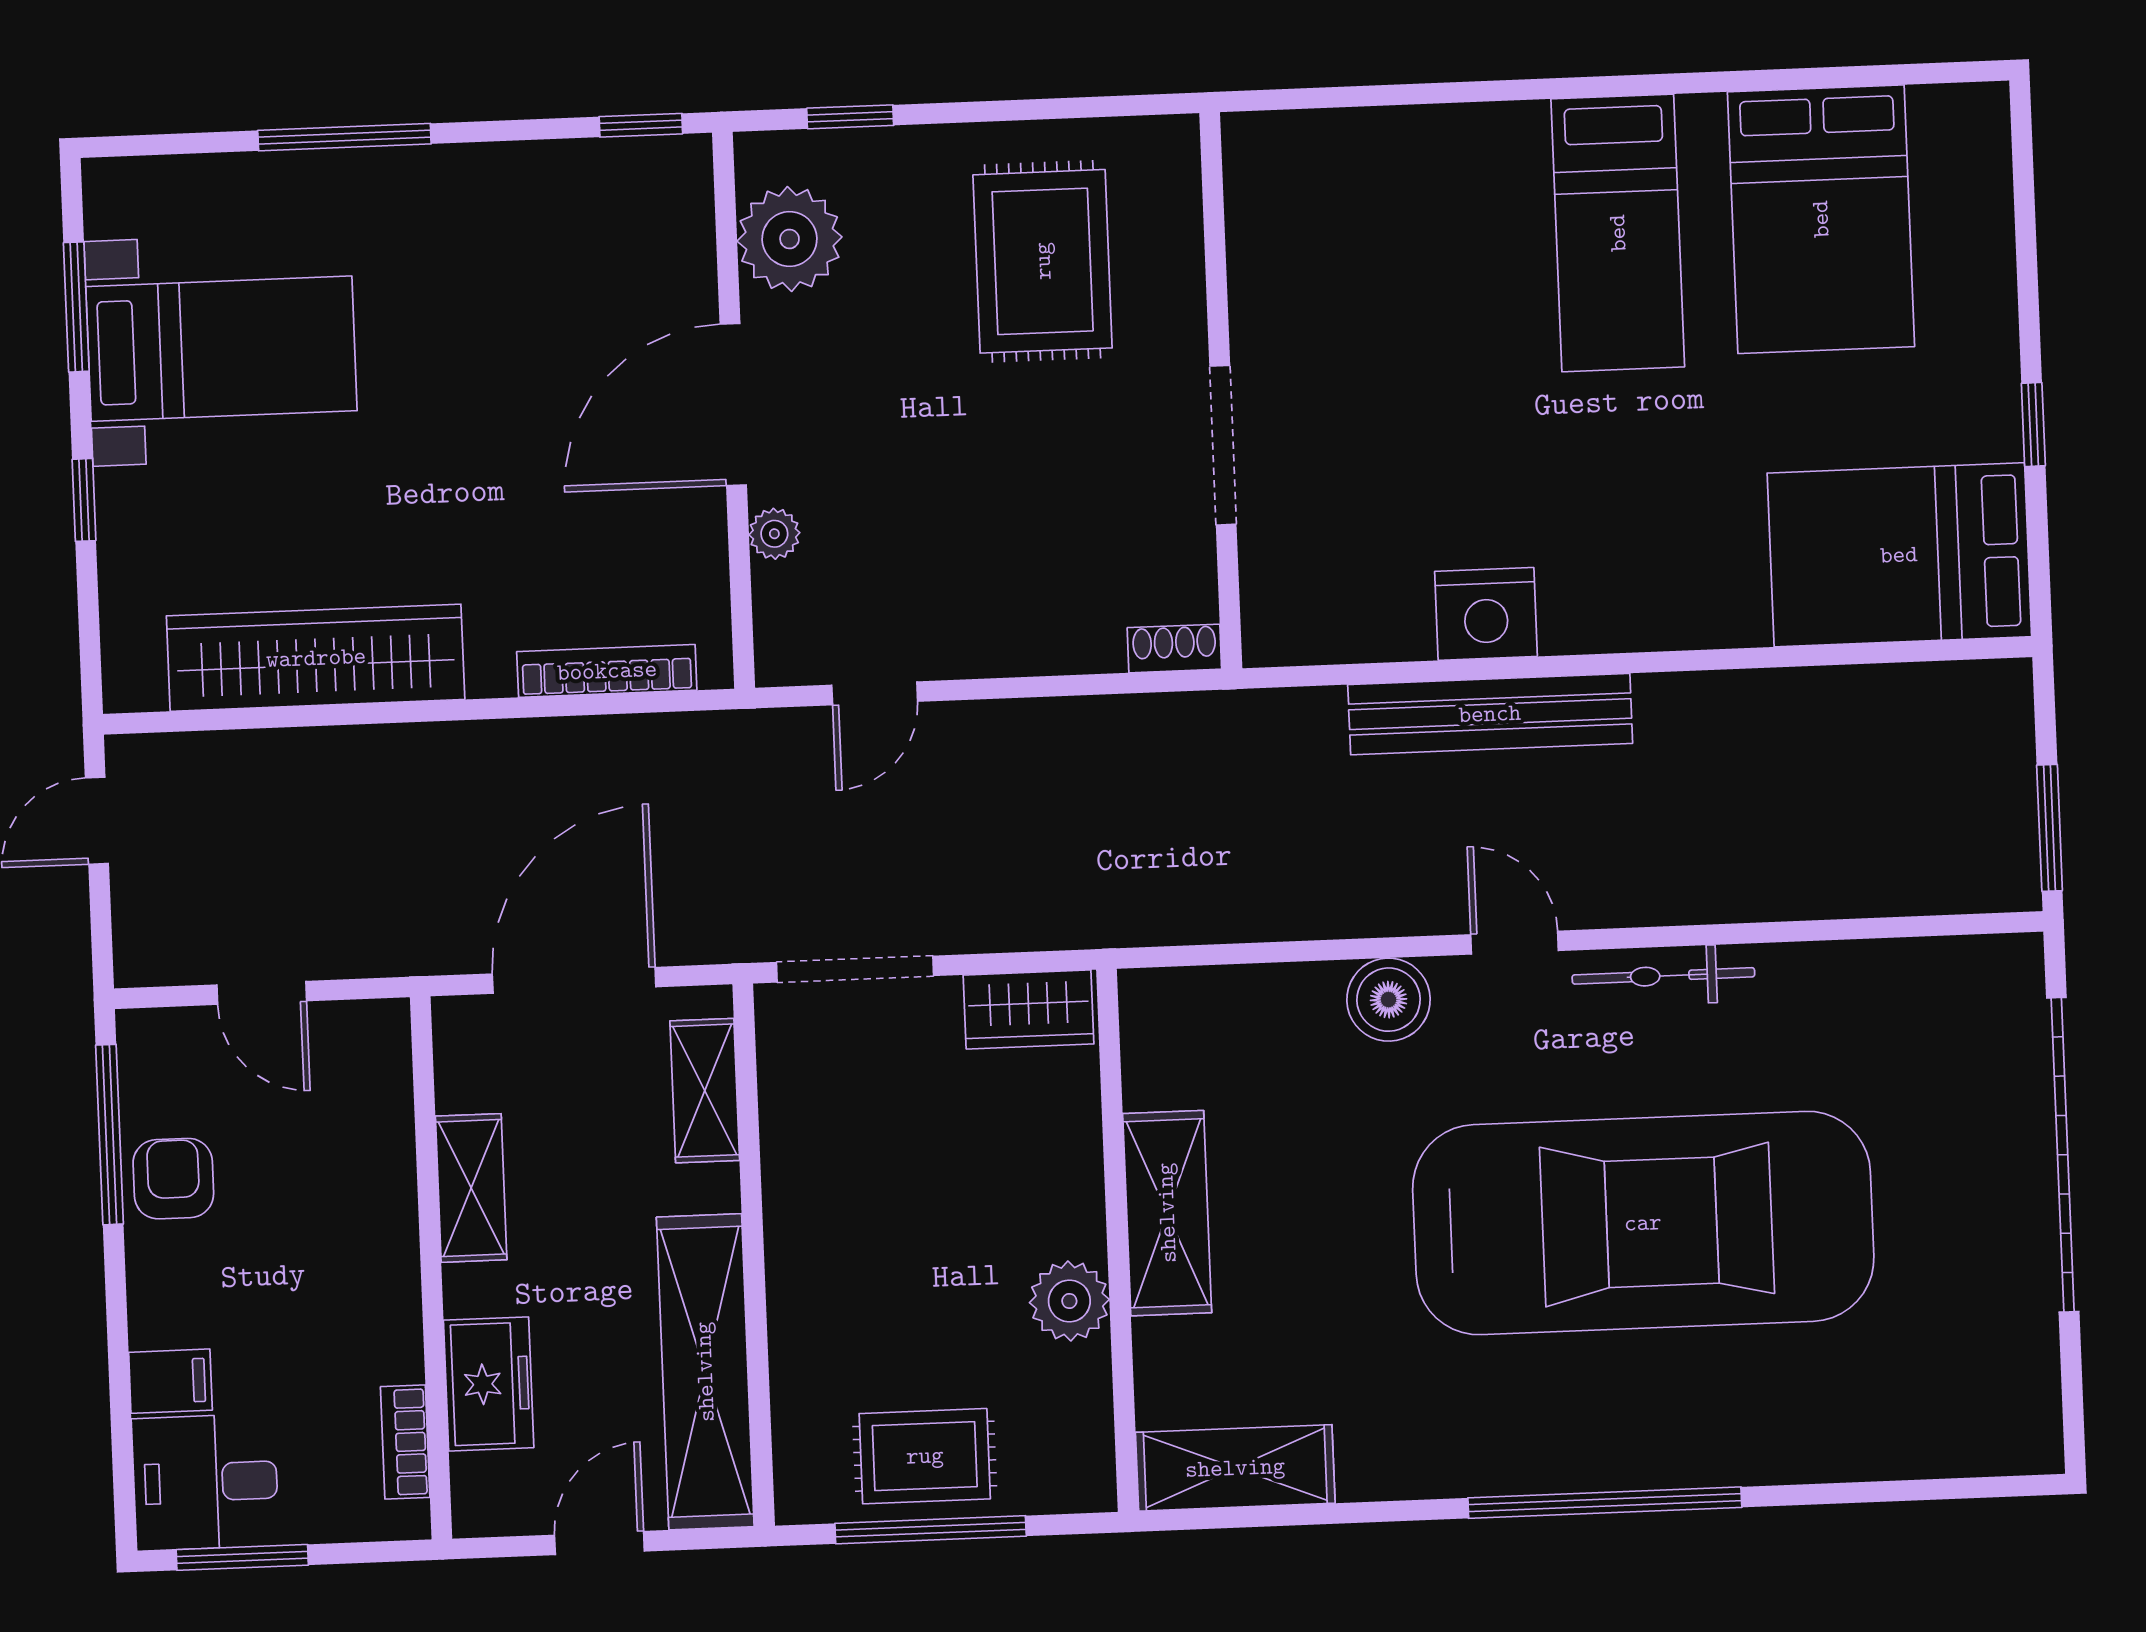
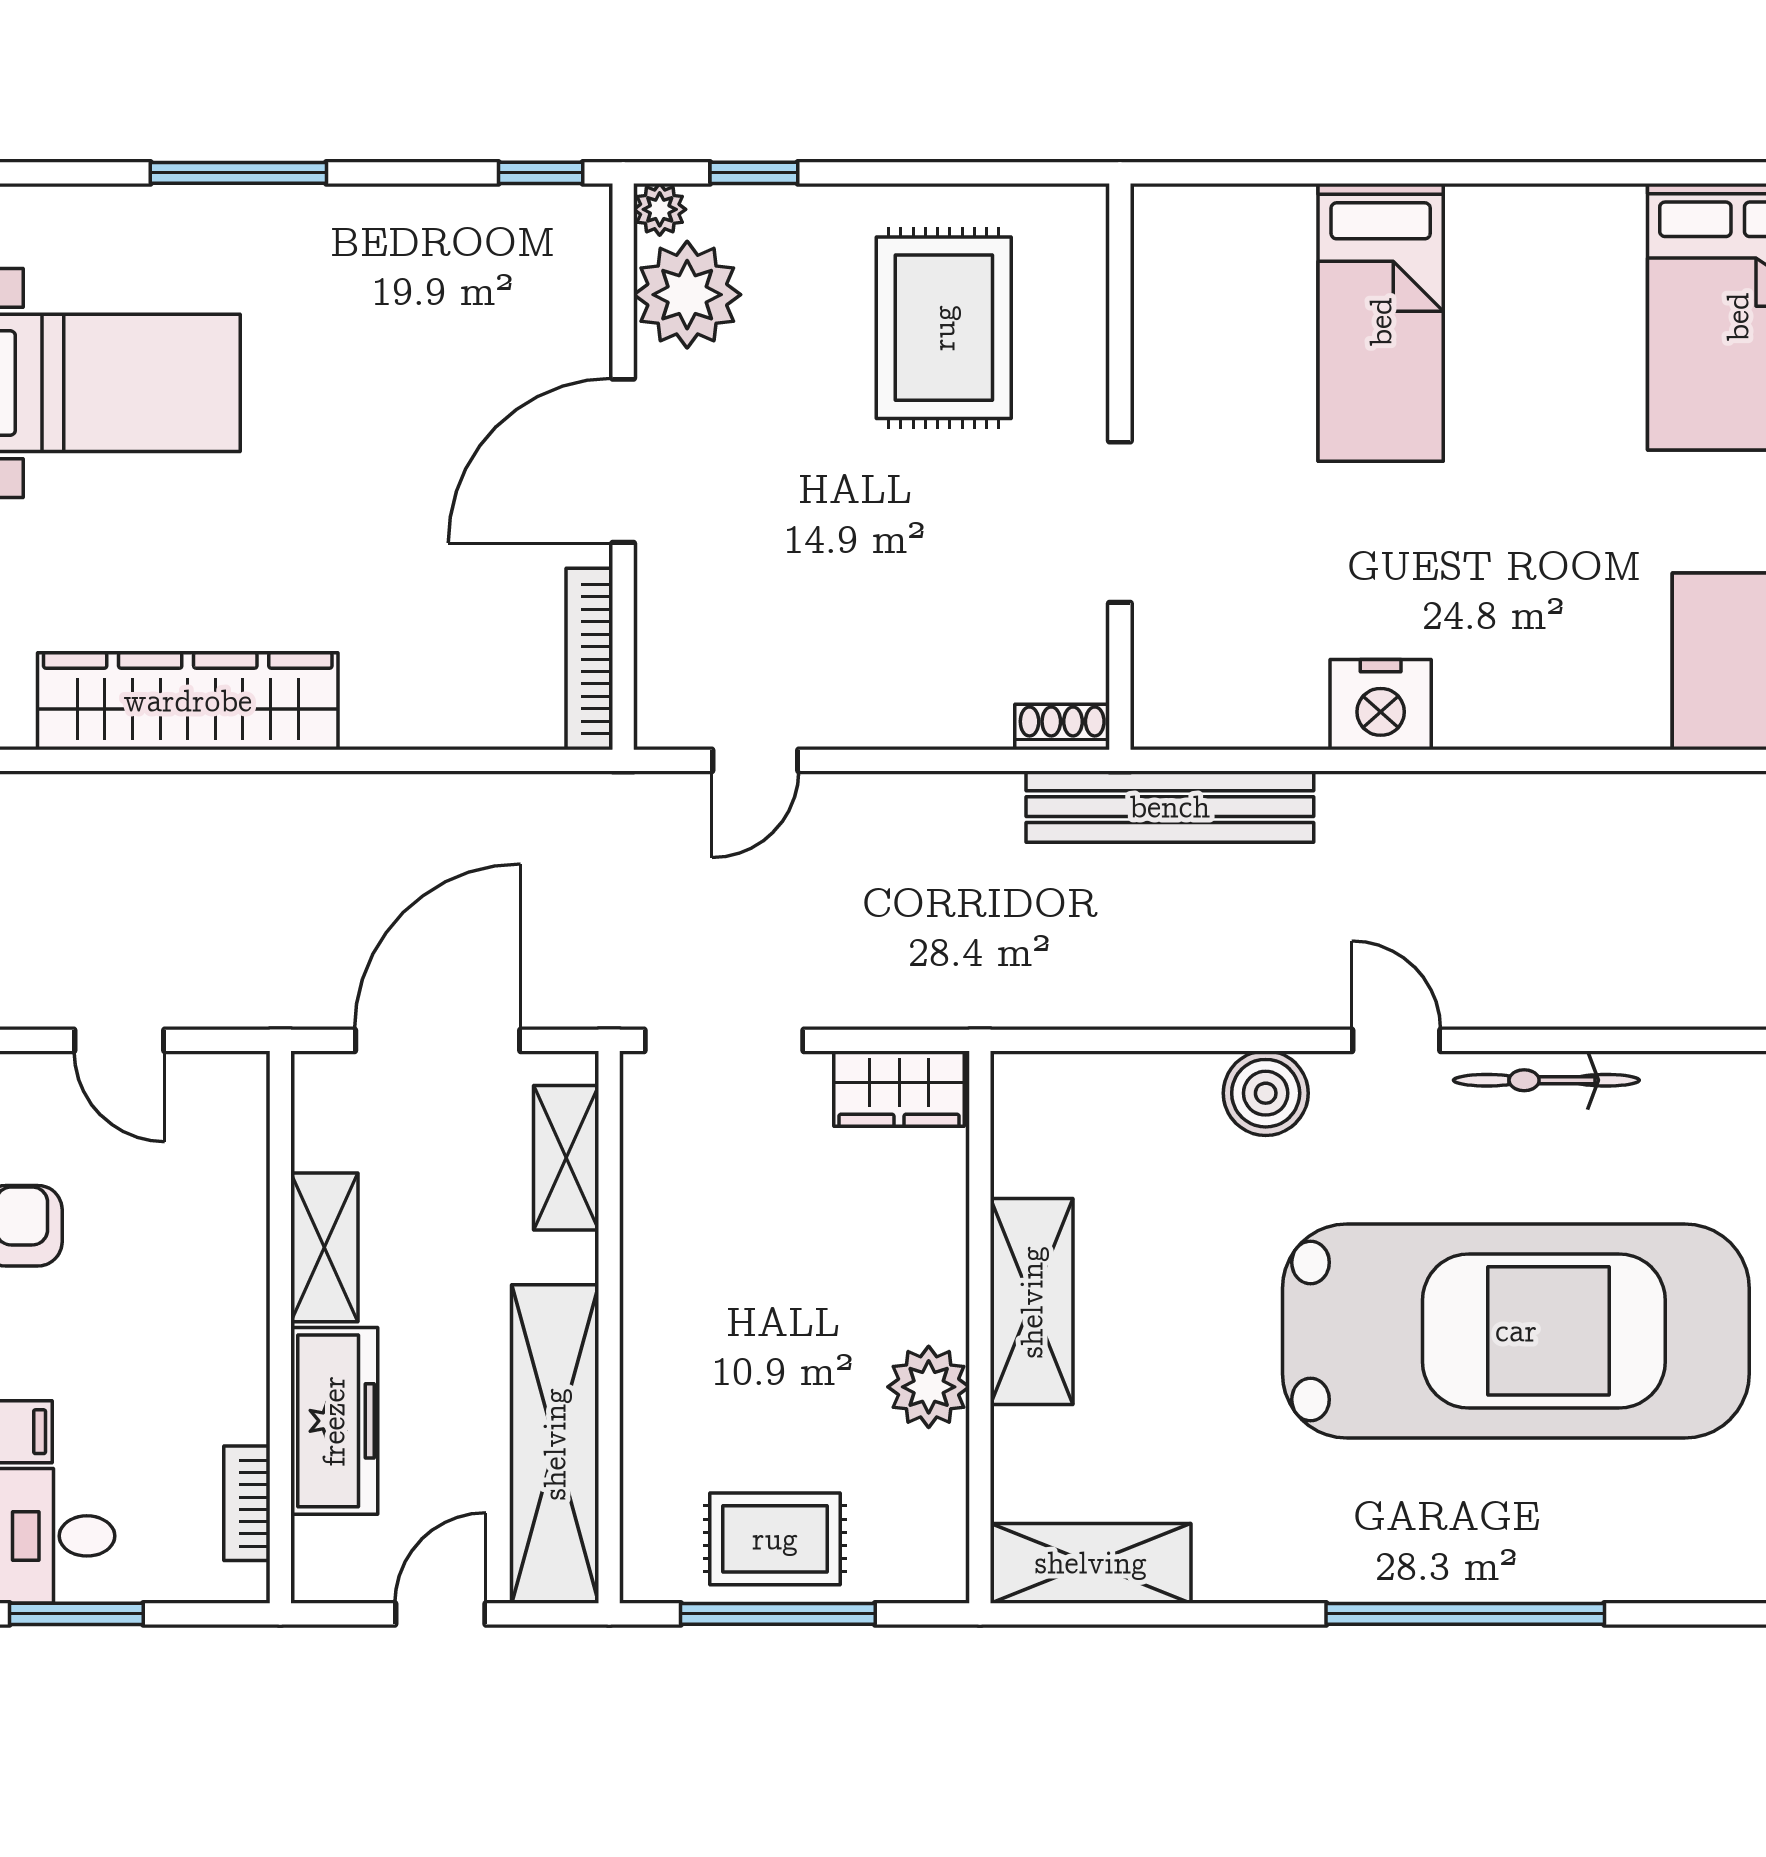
bed: (1618, 233) -> (1381, 322), moved
plant: (774, 534) -> (660, 209), moved
bookcase: (607, 671) -> (589, 659), moved, turned -90
bench: (1490, 714) -> (1170, 807), moved
freezer: (489, 1384) -> (334, 1421), width x1.40

